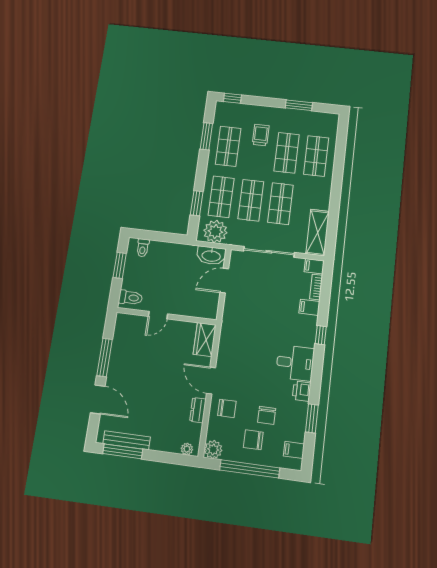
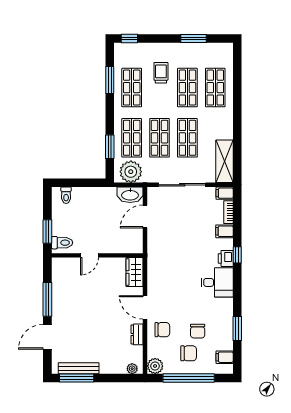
window: (120, 265) -> (47, 231), moved
printer: (302, 391) -> (226, 258), moved
door: (98, 399) -> (47, 337), swing flipped
chair: (253, 440) -> (189, 353), turned 180

